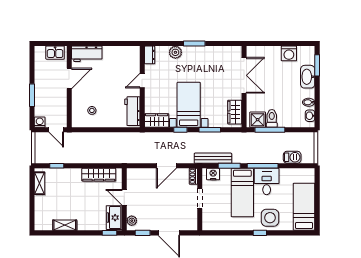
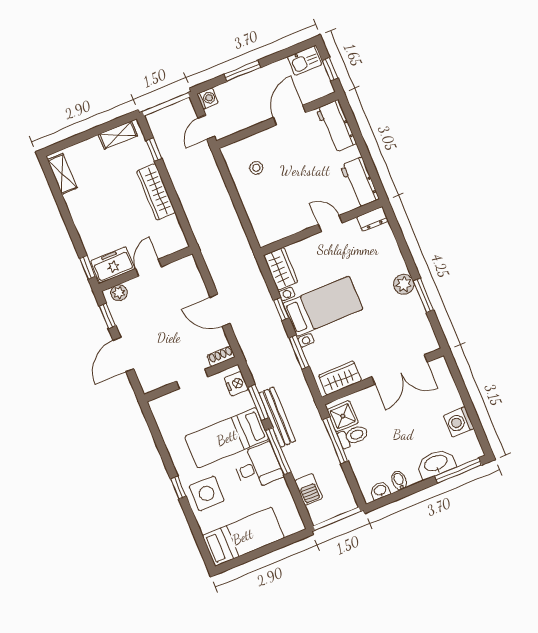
window: (52, 44) -> (330, 69), added
window: (194, 44) -> (423, 295), moved
plant: (175, 52) -> (404, 284), moved
kitchen sink: (55, 53) -> (305, 61), moved, turned -90
window: (317, 65) -> (458, 471), width x1.44
door: (69, 78) -> (289, 115), swing flipped
workbench: (132, 111) -> (360, 182), moved, turned -90
bench: (213, 158) -> (277, 417), moved
wardrobe: (99, 175) -> (156, 192), moved
shelving: (65, 225) -> (62, 174), moved

